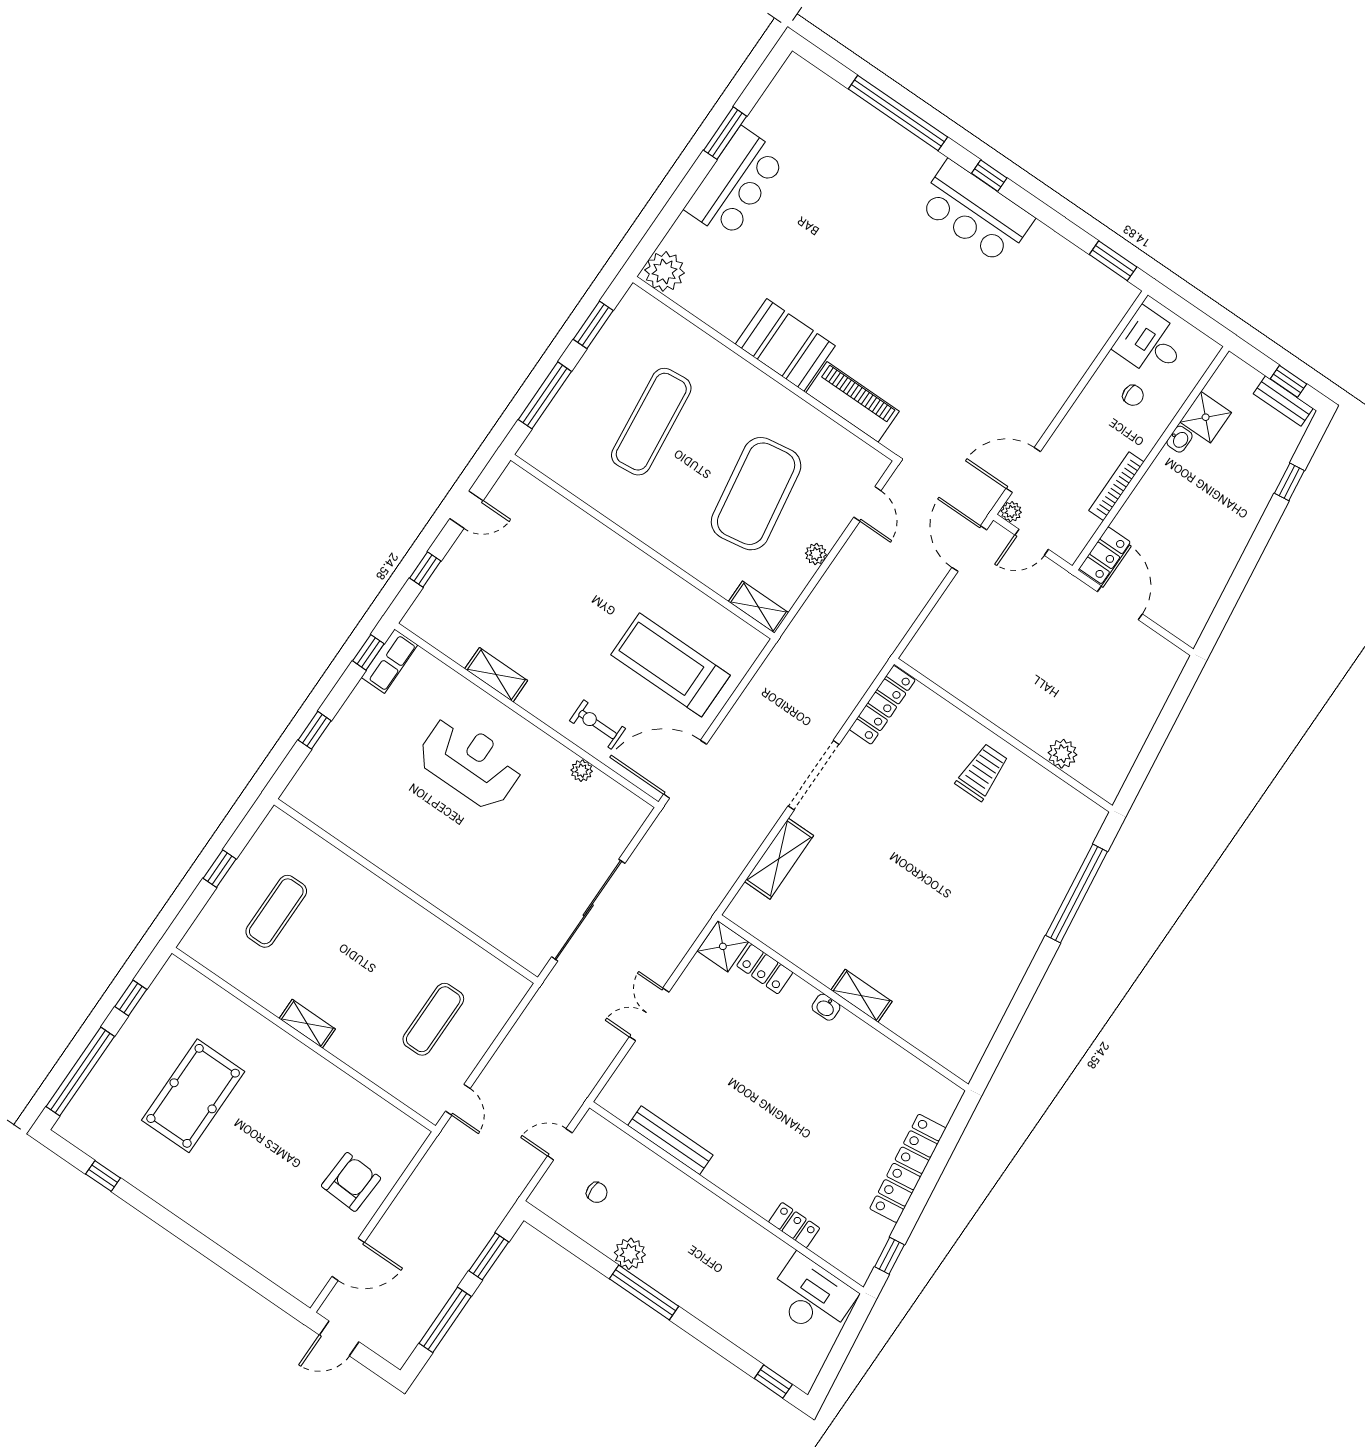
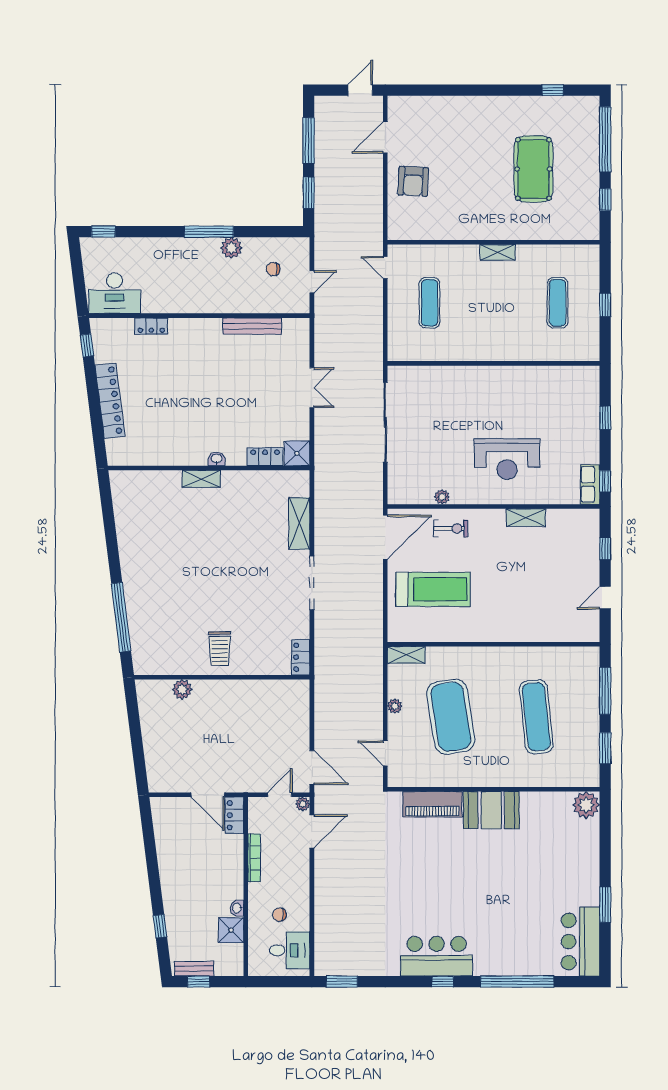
bar counter: (735, 183) -> (580, 942), moved
locker: (882, 705) -> (301, 657), width x0.66

